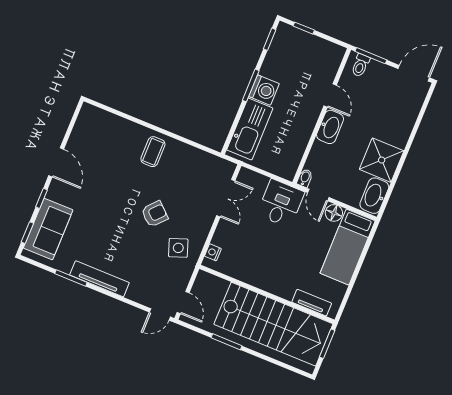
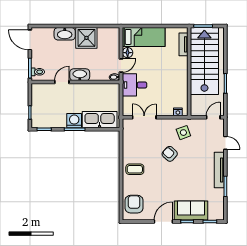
armchair: (101, 129) -> (134, 204), added
washbasin: (374, 196) -> (65, 34), moved
sofa: (48, 229) -> (191, 211), moved
door: (160, 314) -> (225, 143), moved

